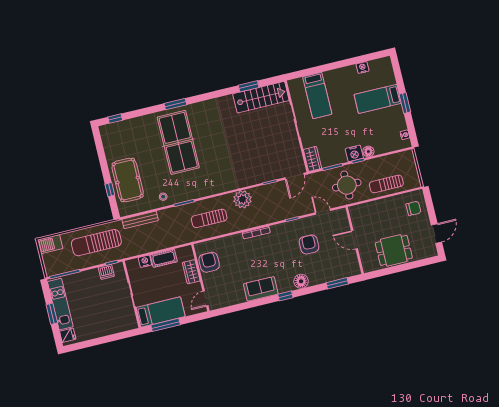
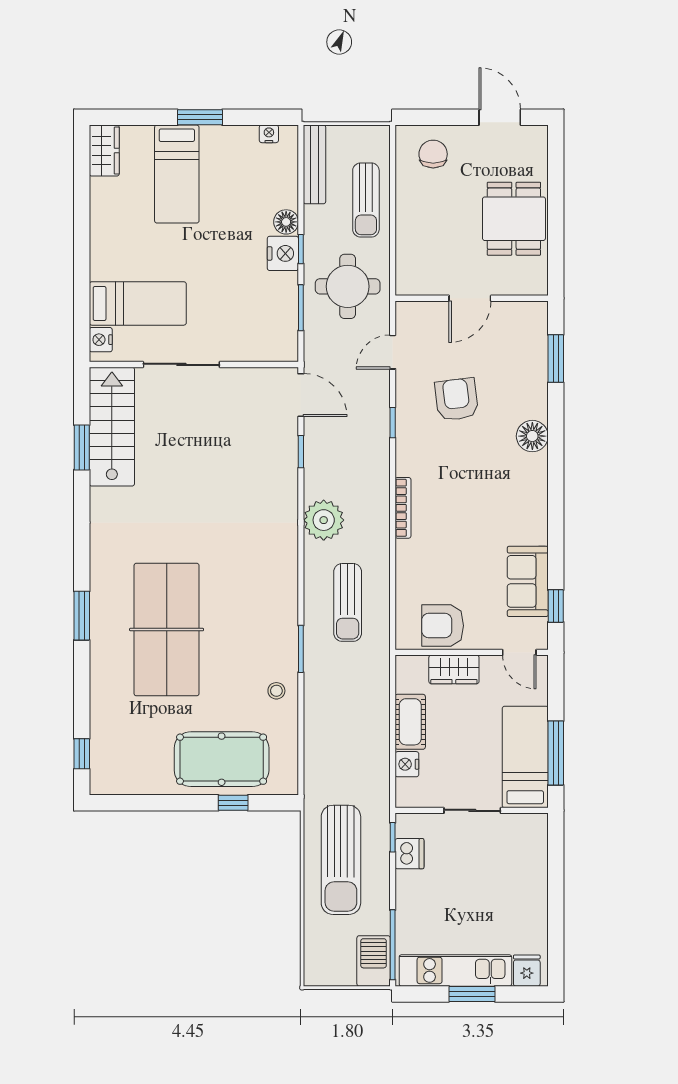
nightstand: (363, 67) -> (101, 340), moved
table tennis table: (178, 142) -> (167, 630), turned 90
wardrobe: (312, 159) -> (104, 151), moved, turned 90
bench: (140, 220) -> (315, 164), moved
barbecue: (50, 244) -> (374, 961), moved, turned 180
armchair: (309, 244) -> (456, 399), turned 83
sofa: (261, 289) -> (528, 581), moved
window: (285, 296) -> (556, 606), moved

